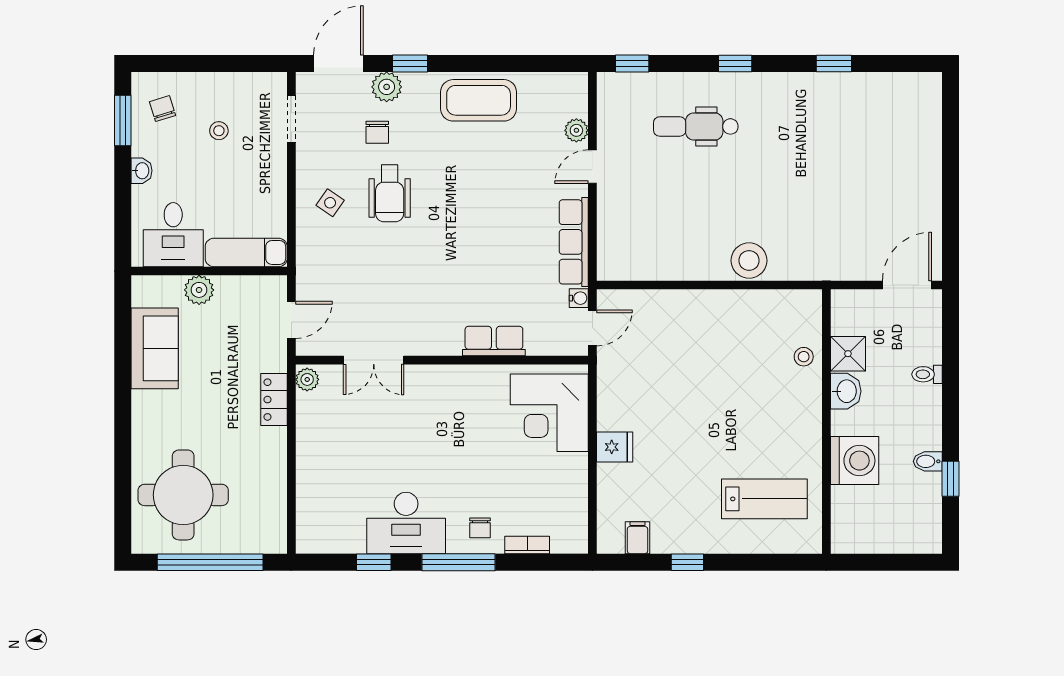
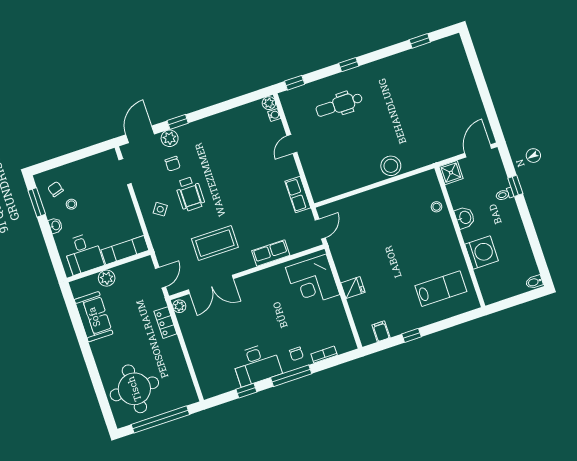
window: (834, 63) -> (420, 41), moved
coffee table: (479, 100) -> (215, 243), moved
plant: (576, 130) -> (269, 103), moved
stool: (219, 131) -> (71, 204), moved
row of seats: (574, 242) -> (298, 194), width x0.68
water cooler: (579, 298) -> (274, 115), moved
shower: (848, 354) -> (451, 173), moved
double door: (374, 360) -> (211, 284), width x1.37
bidet: (928, 461) -> (534, 282), moved
window: (950, 479) -> (515, 186), moved

